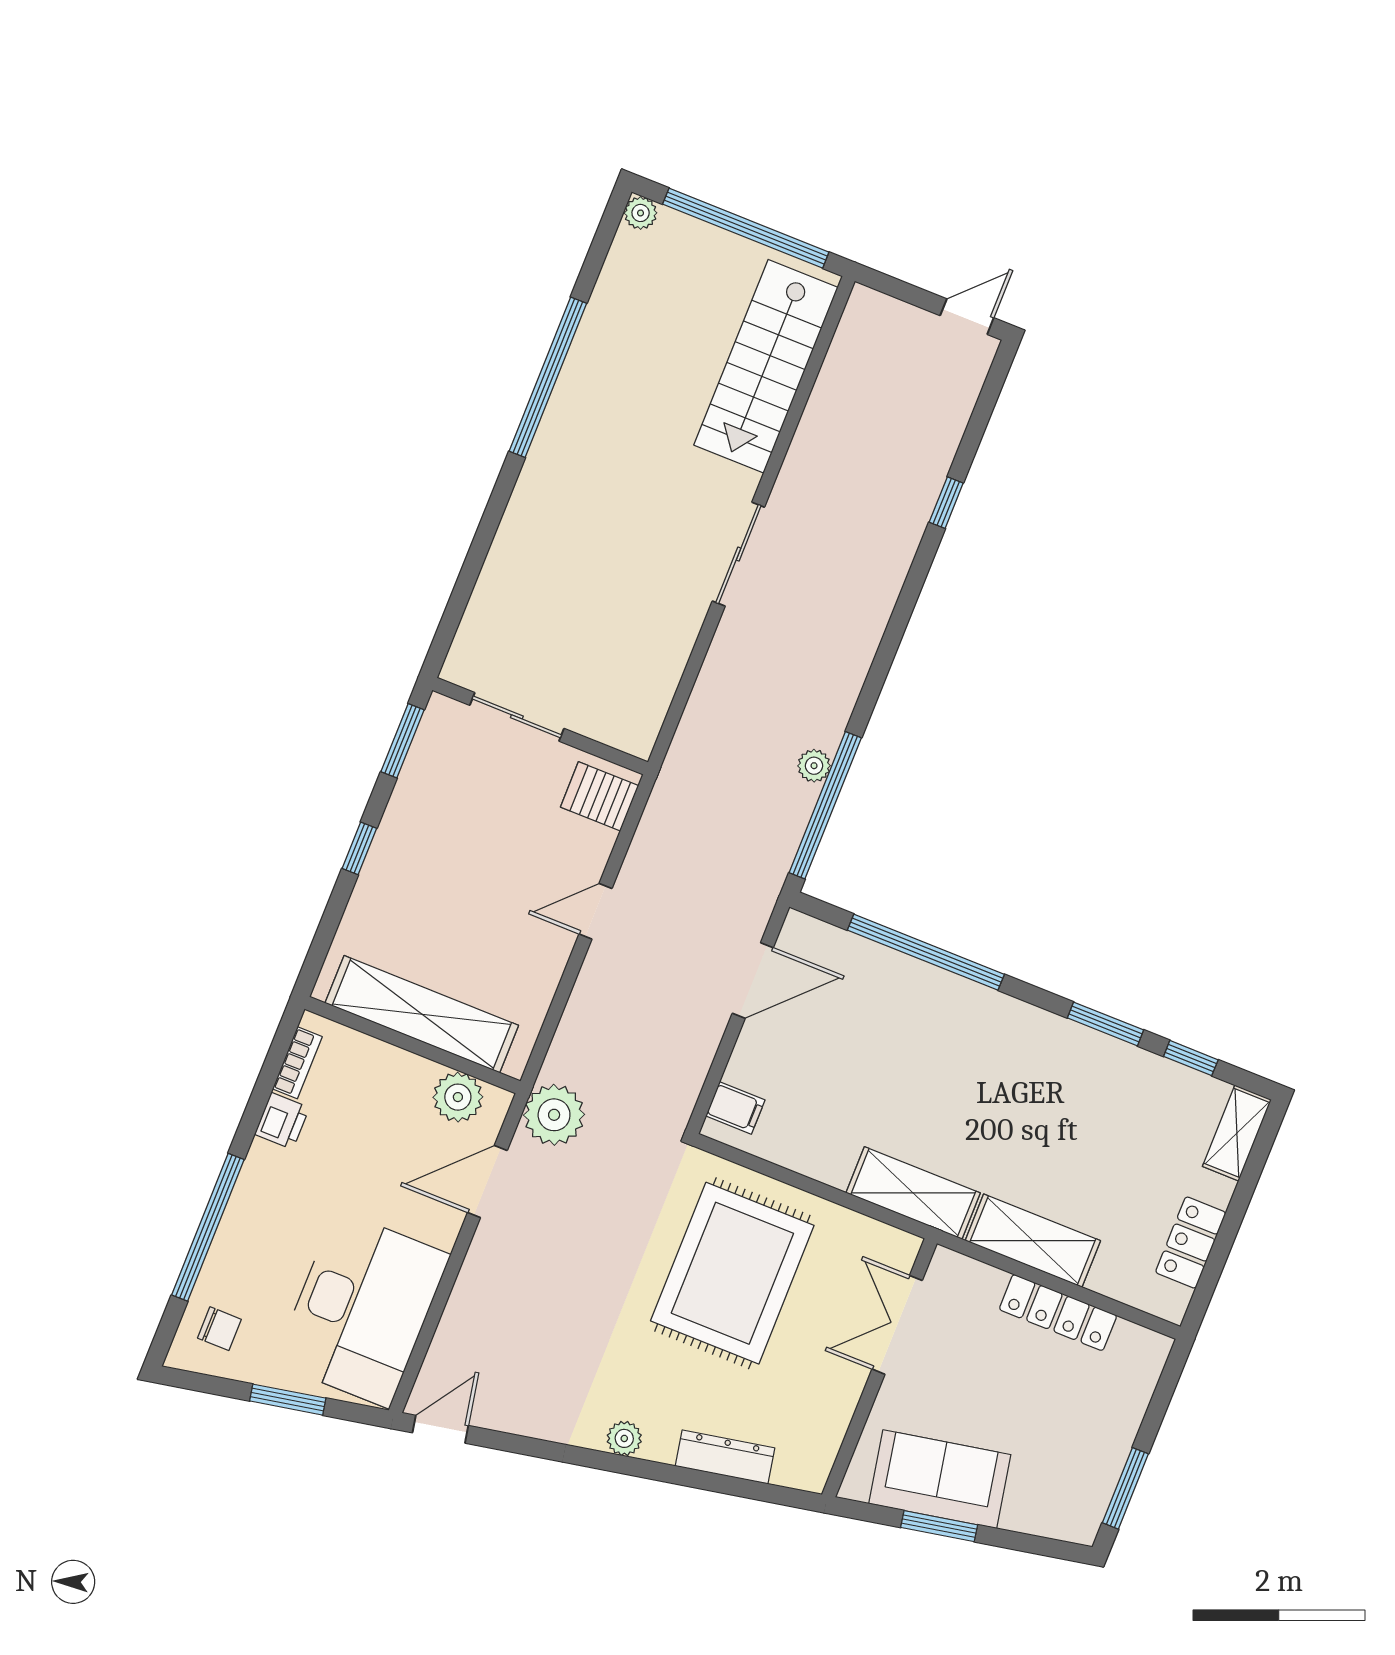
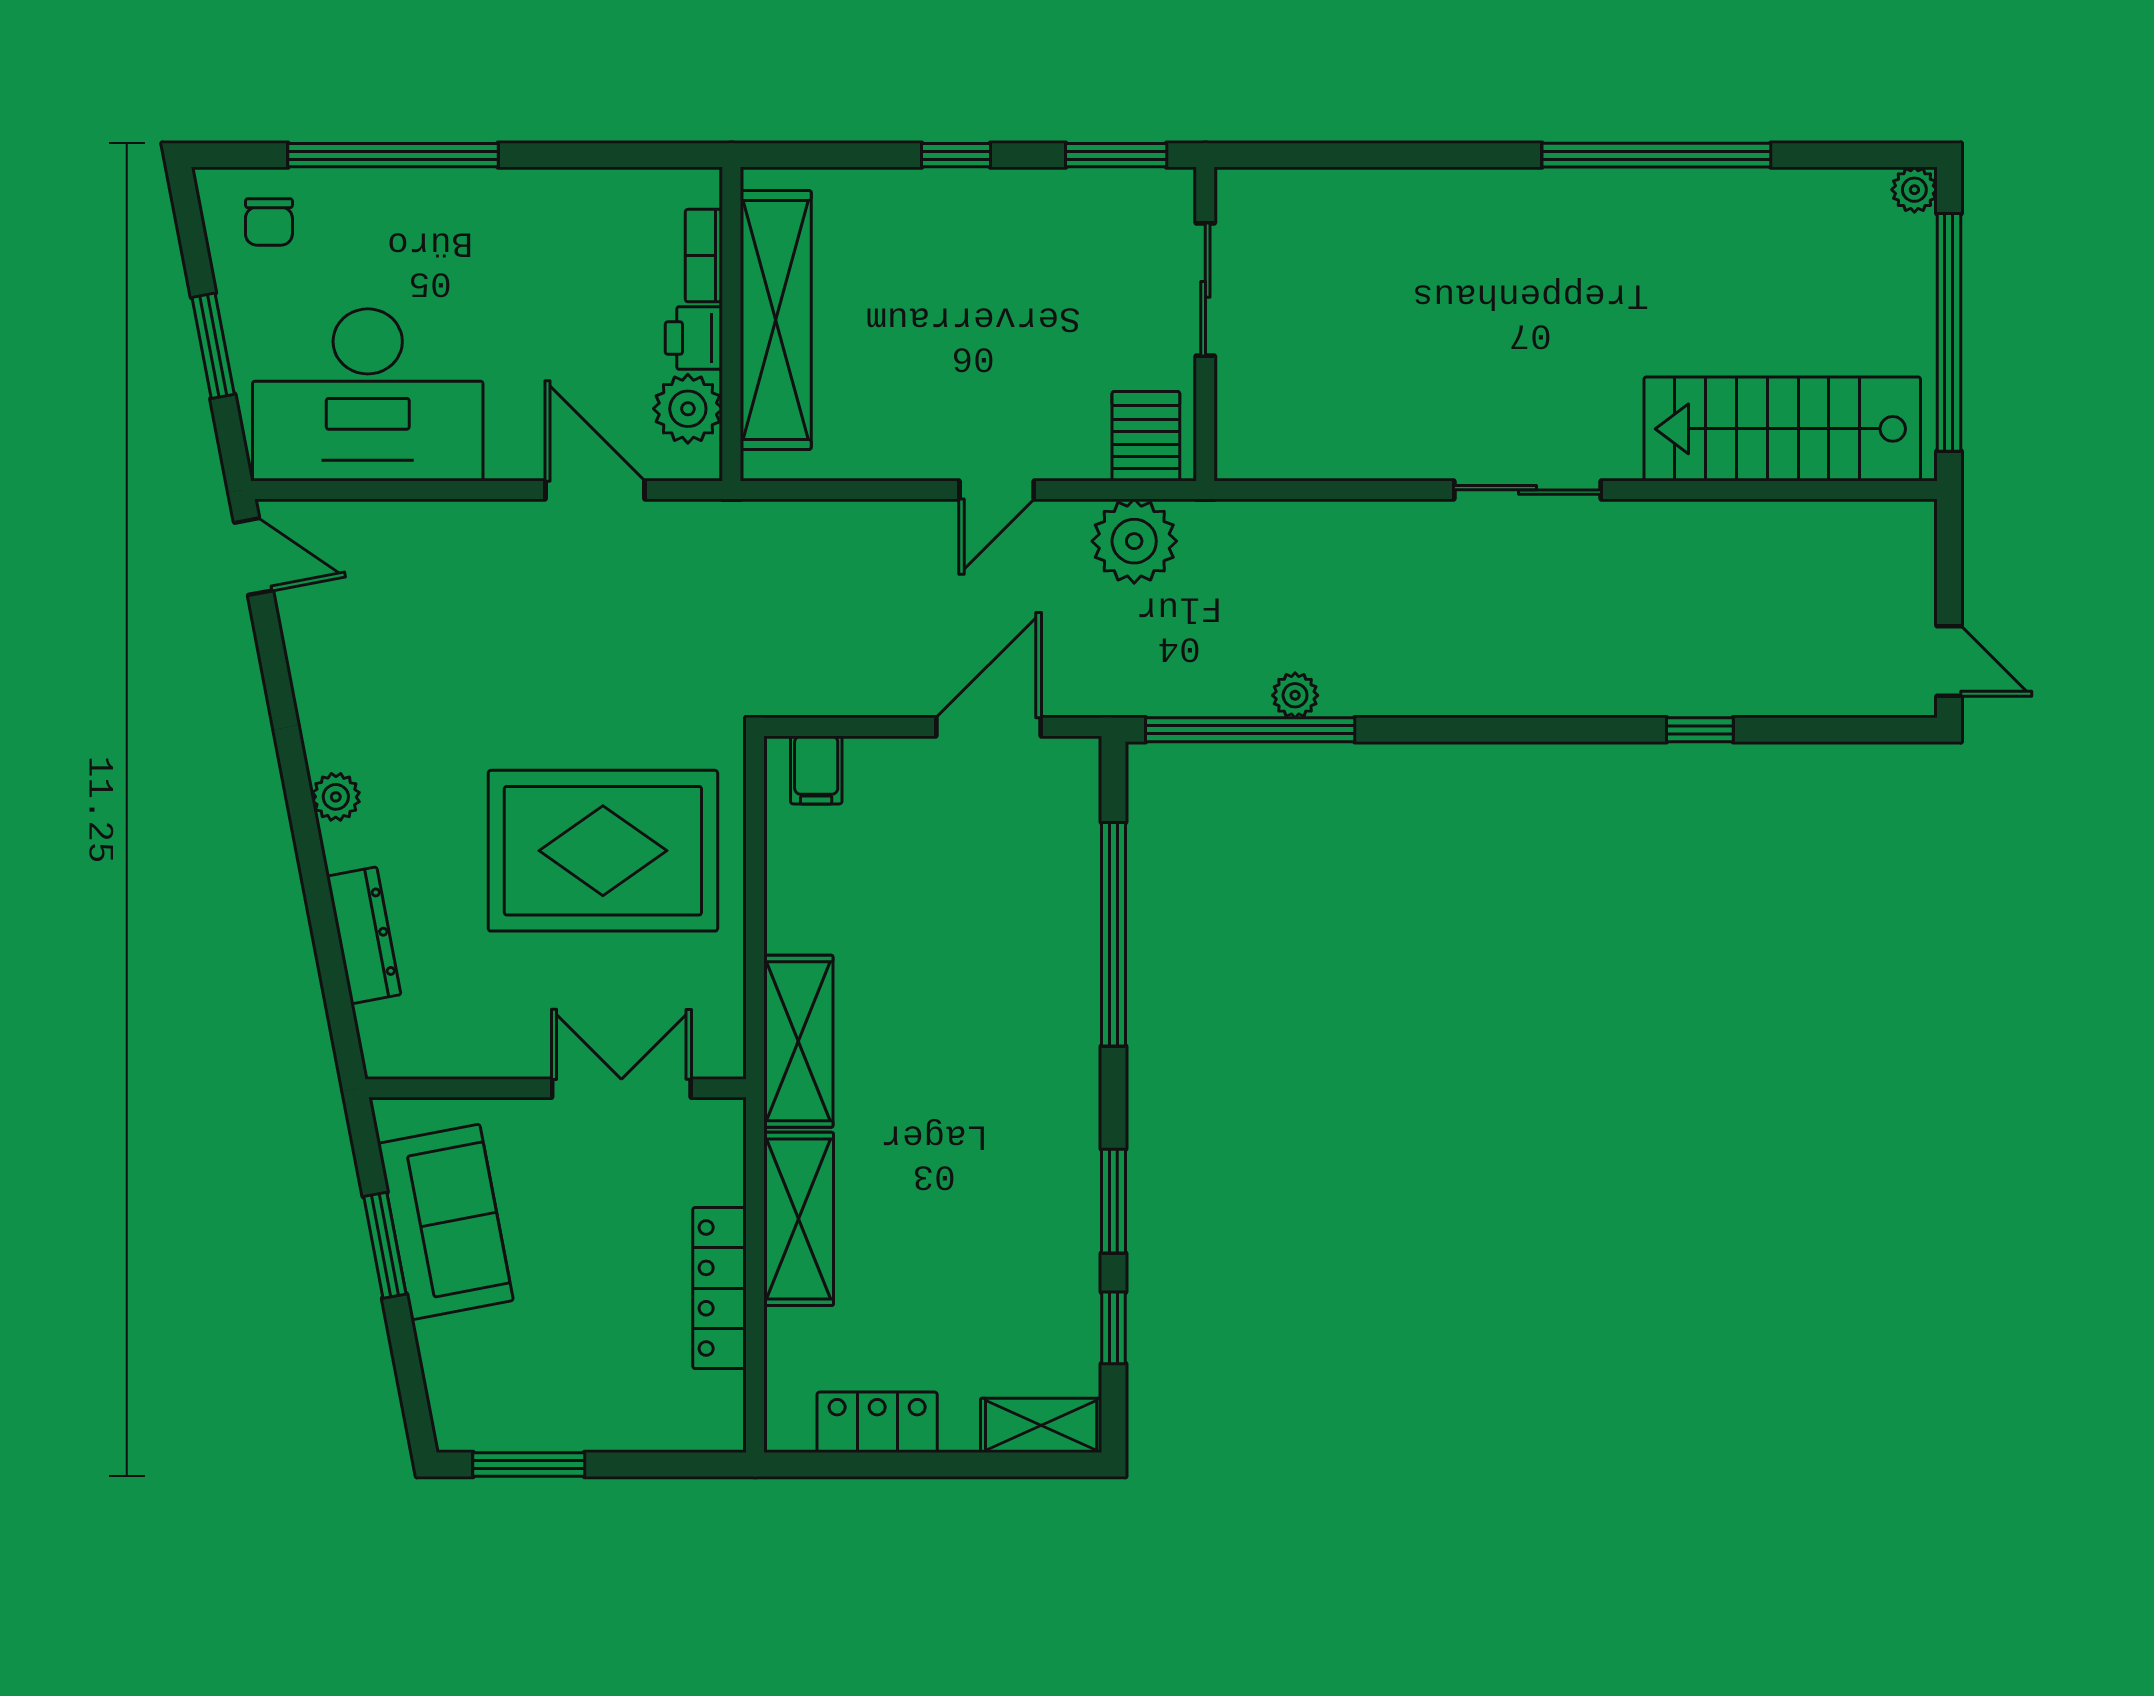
door: (596, 911) -> (997, 490), swing flipped
door: (753, 981) -> (988, 727), swing flipped
bookcase: (297, 1063) -> (704, 256), moved, turned 90
plant: (554, 1115) -> (1134, 541), moved
printer: (282, 1121) -> (694, 338), moved, turned 90

